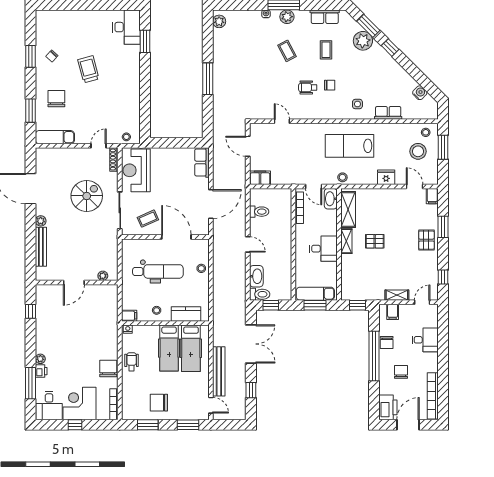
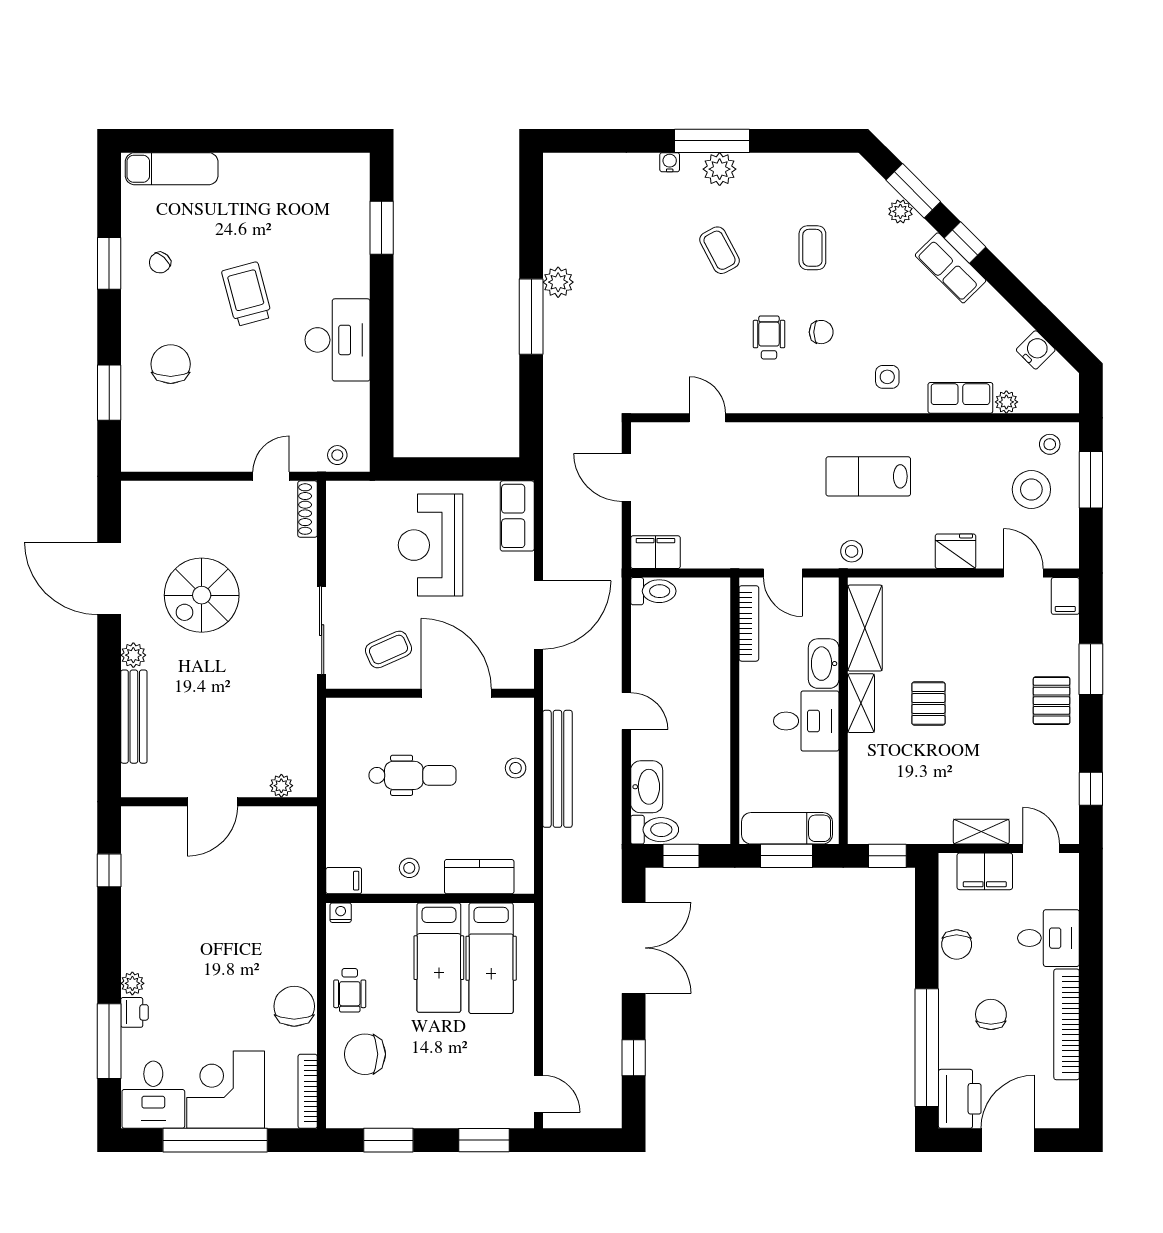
row of seats: (325, 17) -> (951, 268), moved, turned 45
plant: (219, 21) -> (558, 282), moved
desk: (126, 27) -> (338, 340), moved
plant: (363, 41) -> (900, 211), width x0.53, depth x0.53
wheelchair: (308, 87) -> (769, 338), turned 90
plant: (407, 115) -> (1006, 402), added
exam couch: (55, 137) -> (172, 169), moved, turned 180
lab bench: (349, 146) -> (868, 476), width x0.73, depth x0.72
reception desk: (137, 170) -> (431, 545), moved
spiral stairs: (87, 196) -> (202, 595), moved, turned 180
washbasin: (331, 199) -> (824, 664), moved
toilet: (259, 212) -> (653, 591), moved
pallet: (375, 241) -> (928, 704), turned 90
dental chair: (158, 271) -> (412, 775), width x0.73, depth x0.72
door: (422, 302) -> (1041, 849), hinge flipped
filing cabinet: (393, 312) -> (985, 871), width x2.00
window: (374, 356) -> (927, 1048), moved
wheelchair: (132, 362) -> (350, 990), turned 180
bench: (219, 371) -> (557, 769), moved
bookcase: (433, 396) -> (1067, 1024), moved
chair: (159, 403) -> (365, 1054), moved
window: (75, 425) -> (215, 1140), width x3.17

